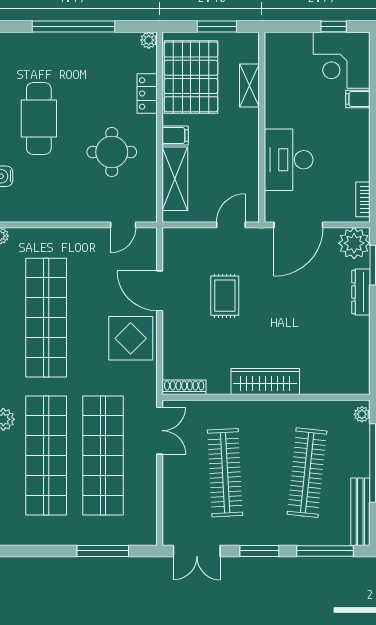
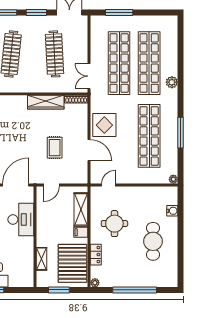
wardrobe: (265, 381) -> (46, 102), moved

